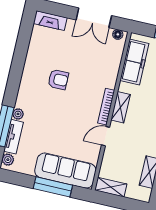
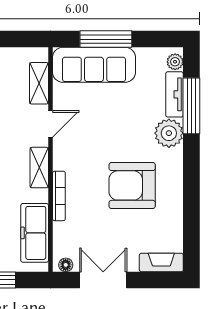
armchair: (58, 79) -> (132, 185), width x1.88, depth x1.88
bookcase: (106, 107) -> (59, 196), moved
plant: (18, 114) -> (169, 133), width x1.87, depth x1.87
shelving: (111, 187) -> (39, 83), moved, turned 90

